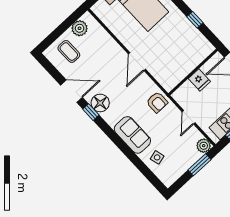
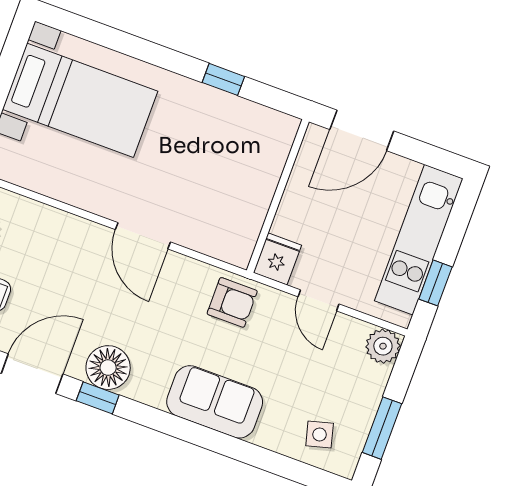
fridge: (199, 80) -> (277, 259), moved, turned -90
side table: (157, 157) -> (320, 434), moved
window: (200, 165) -> (382, 428), moved

